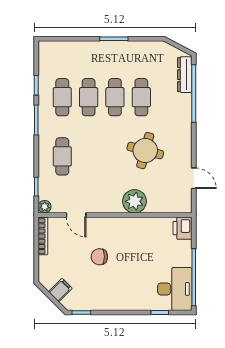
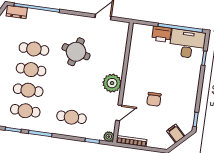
dresser: (185, 75) -> (17, 12), width x0.70
plant: (134, 201) -> (112, 83), moved
printer: (182, 228) -> (161, 34), moved

